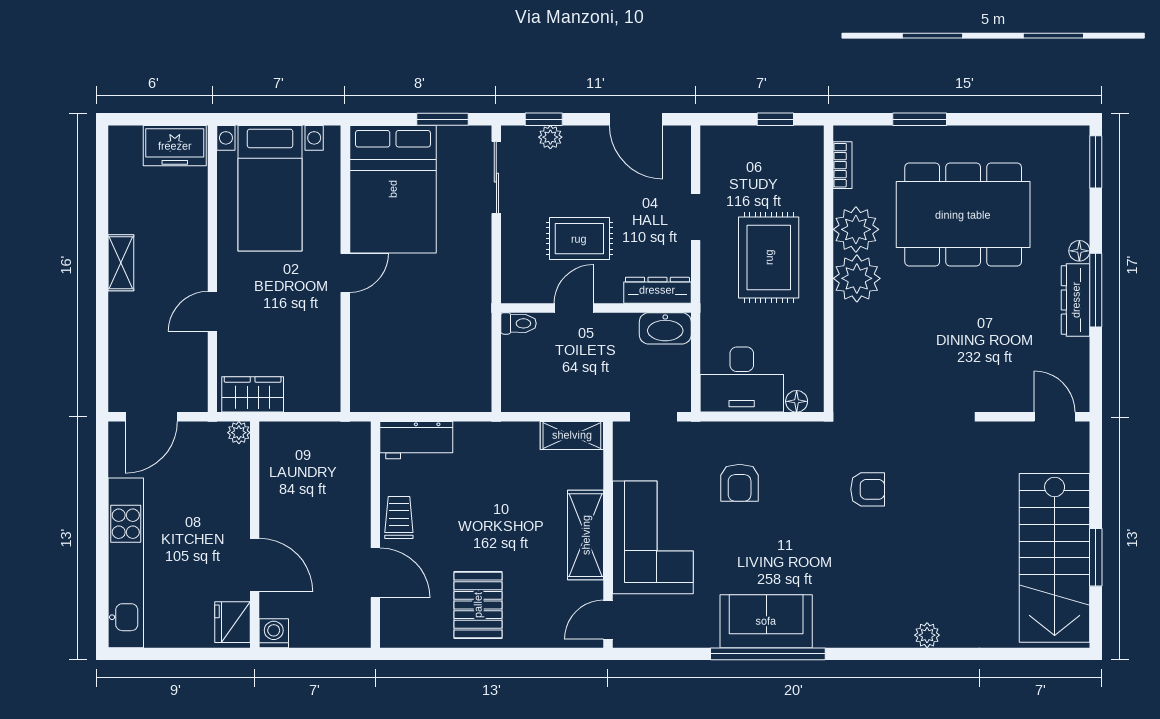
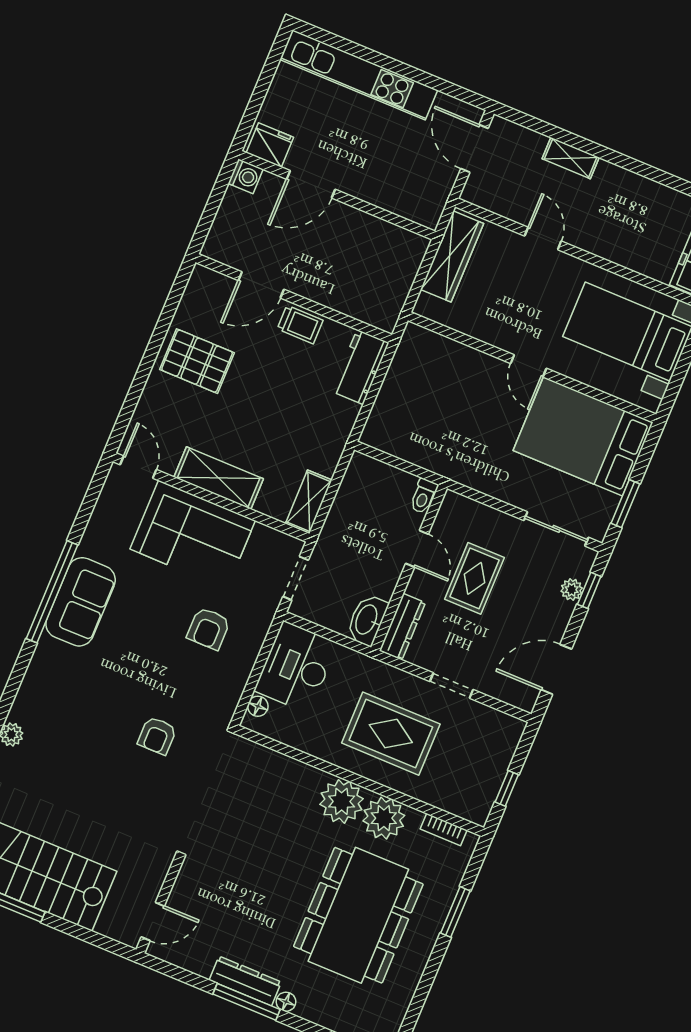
shelving: (121, 263) -> (571, 158), moved
wardrobe: (253, 394) -> (452, 256), width x1.50
plant: (239, 433) -> (430, 218), removed
armchair: (740, 483) -> (209, 628), turned -90

